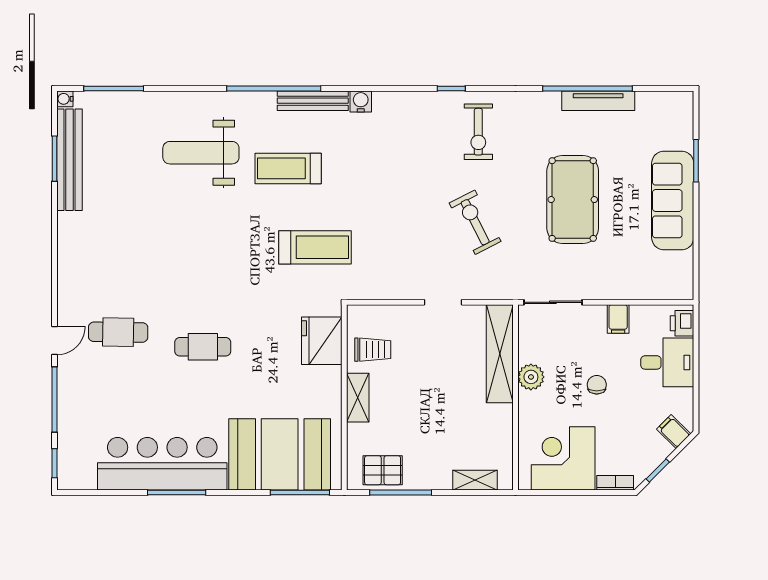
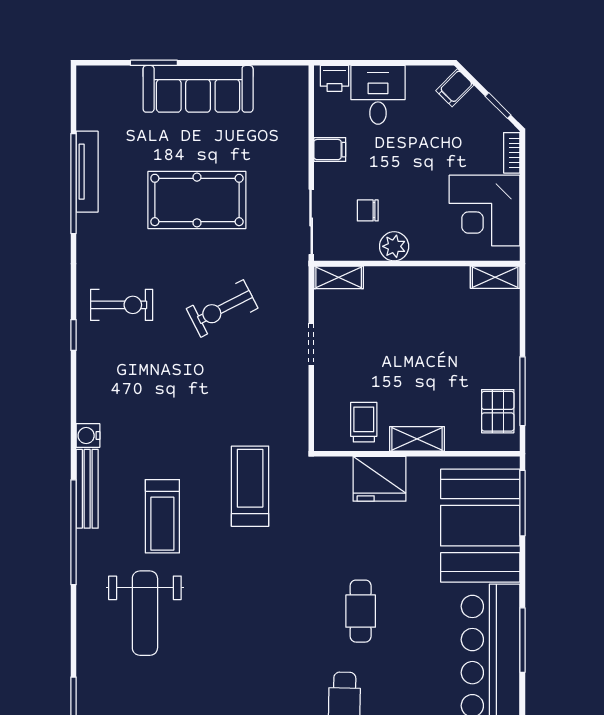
fridge: (322, 341) -> (379, 479), moved
shelving: (500, 354) -> (339, 277), width x0.45, depth x0.75
chair: (597, 385) -> (368, 210), moved
shelving: (475, 480) -> (495, 277), moved, turned 90

